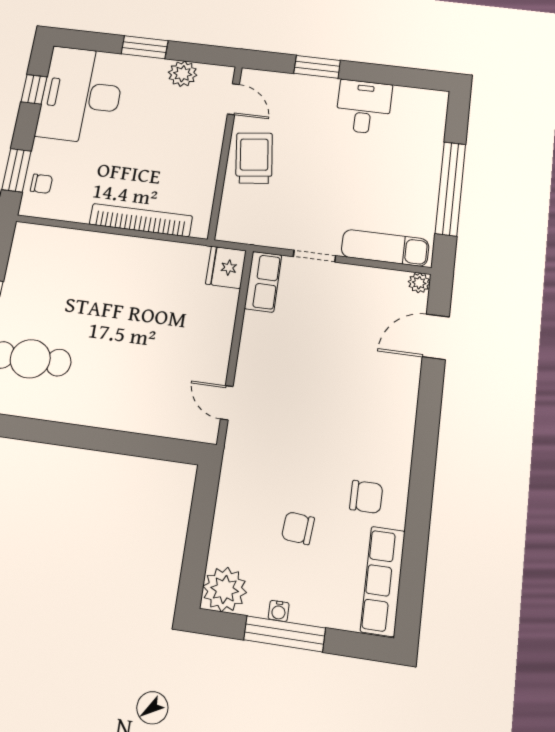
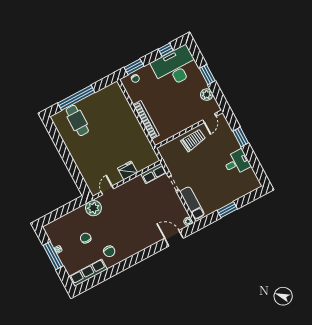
window: (450, 189) -> (227, 210), width x0.47
fridge: (226, 267) -> (127, 170), moved
plant: (225, 589) -> (93, 208), moved

